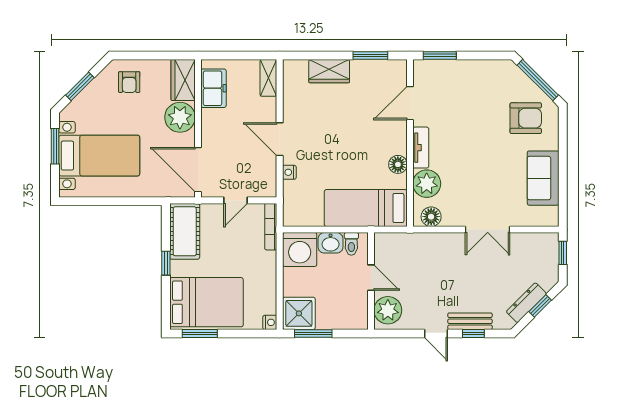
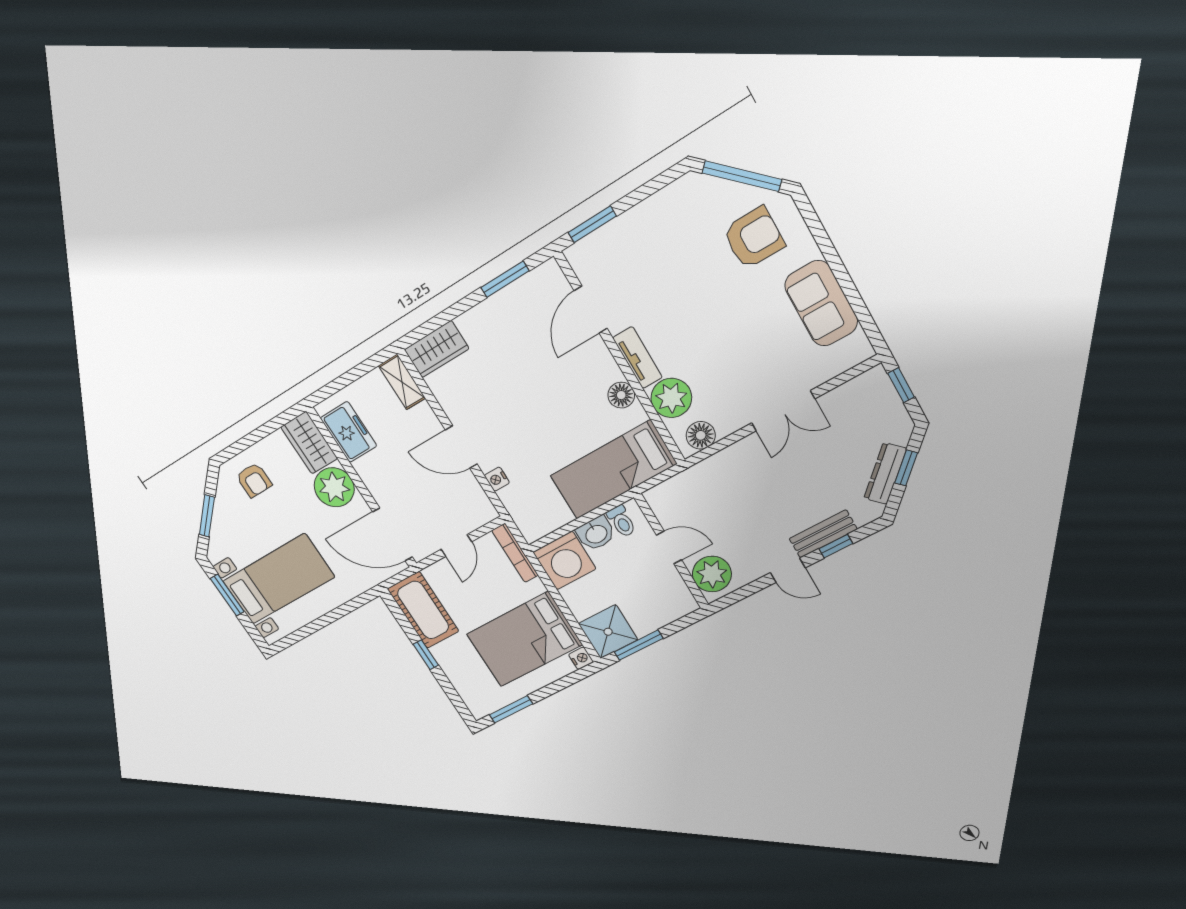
wardrobe: (329, 71) -> (437, 349), moved
bed: (206, 302) -> (524, 639), moved, turned 180

